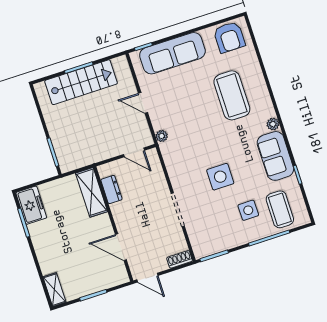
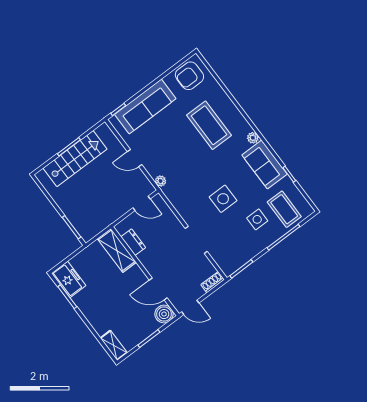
armchair: (229, 37) -> (189, 76), turned 90
boiler: (118, 275) -> (164, 314), added

